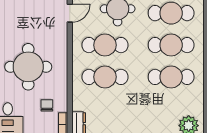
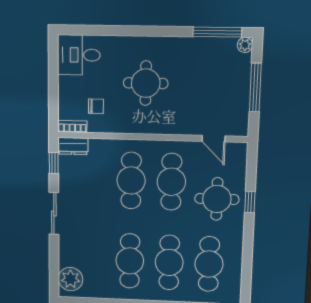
round table: (28, 67) -> (146, 83), width x0.73, depth x0.73

